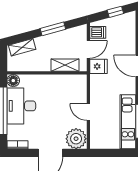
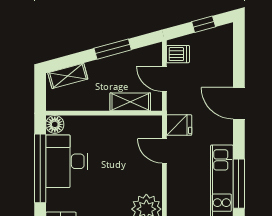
door: (88, 49) -> (164, 79), swing flipped
fridge: (99, 66) -> (179, 125), moved
door: (88, 112) -> (164, 151), moved

